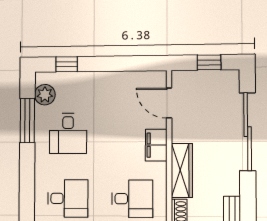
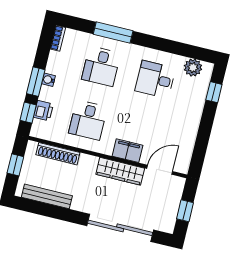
window: (27, 120) -> (113, 32), moved
wardrobe: (182, 171) -> (120, 171), moved

